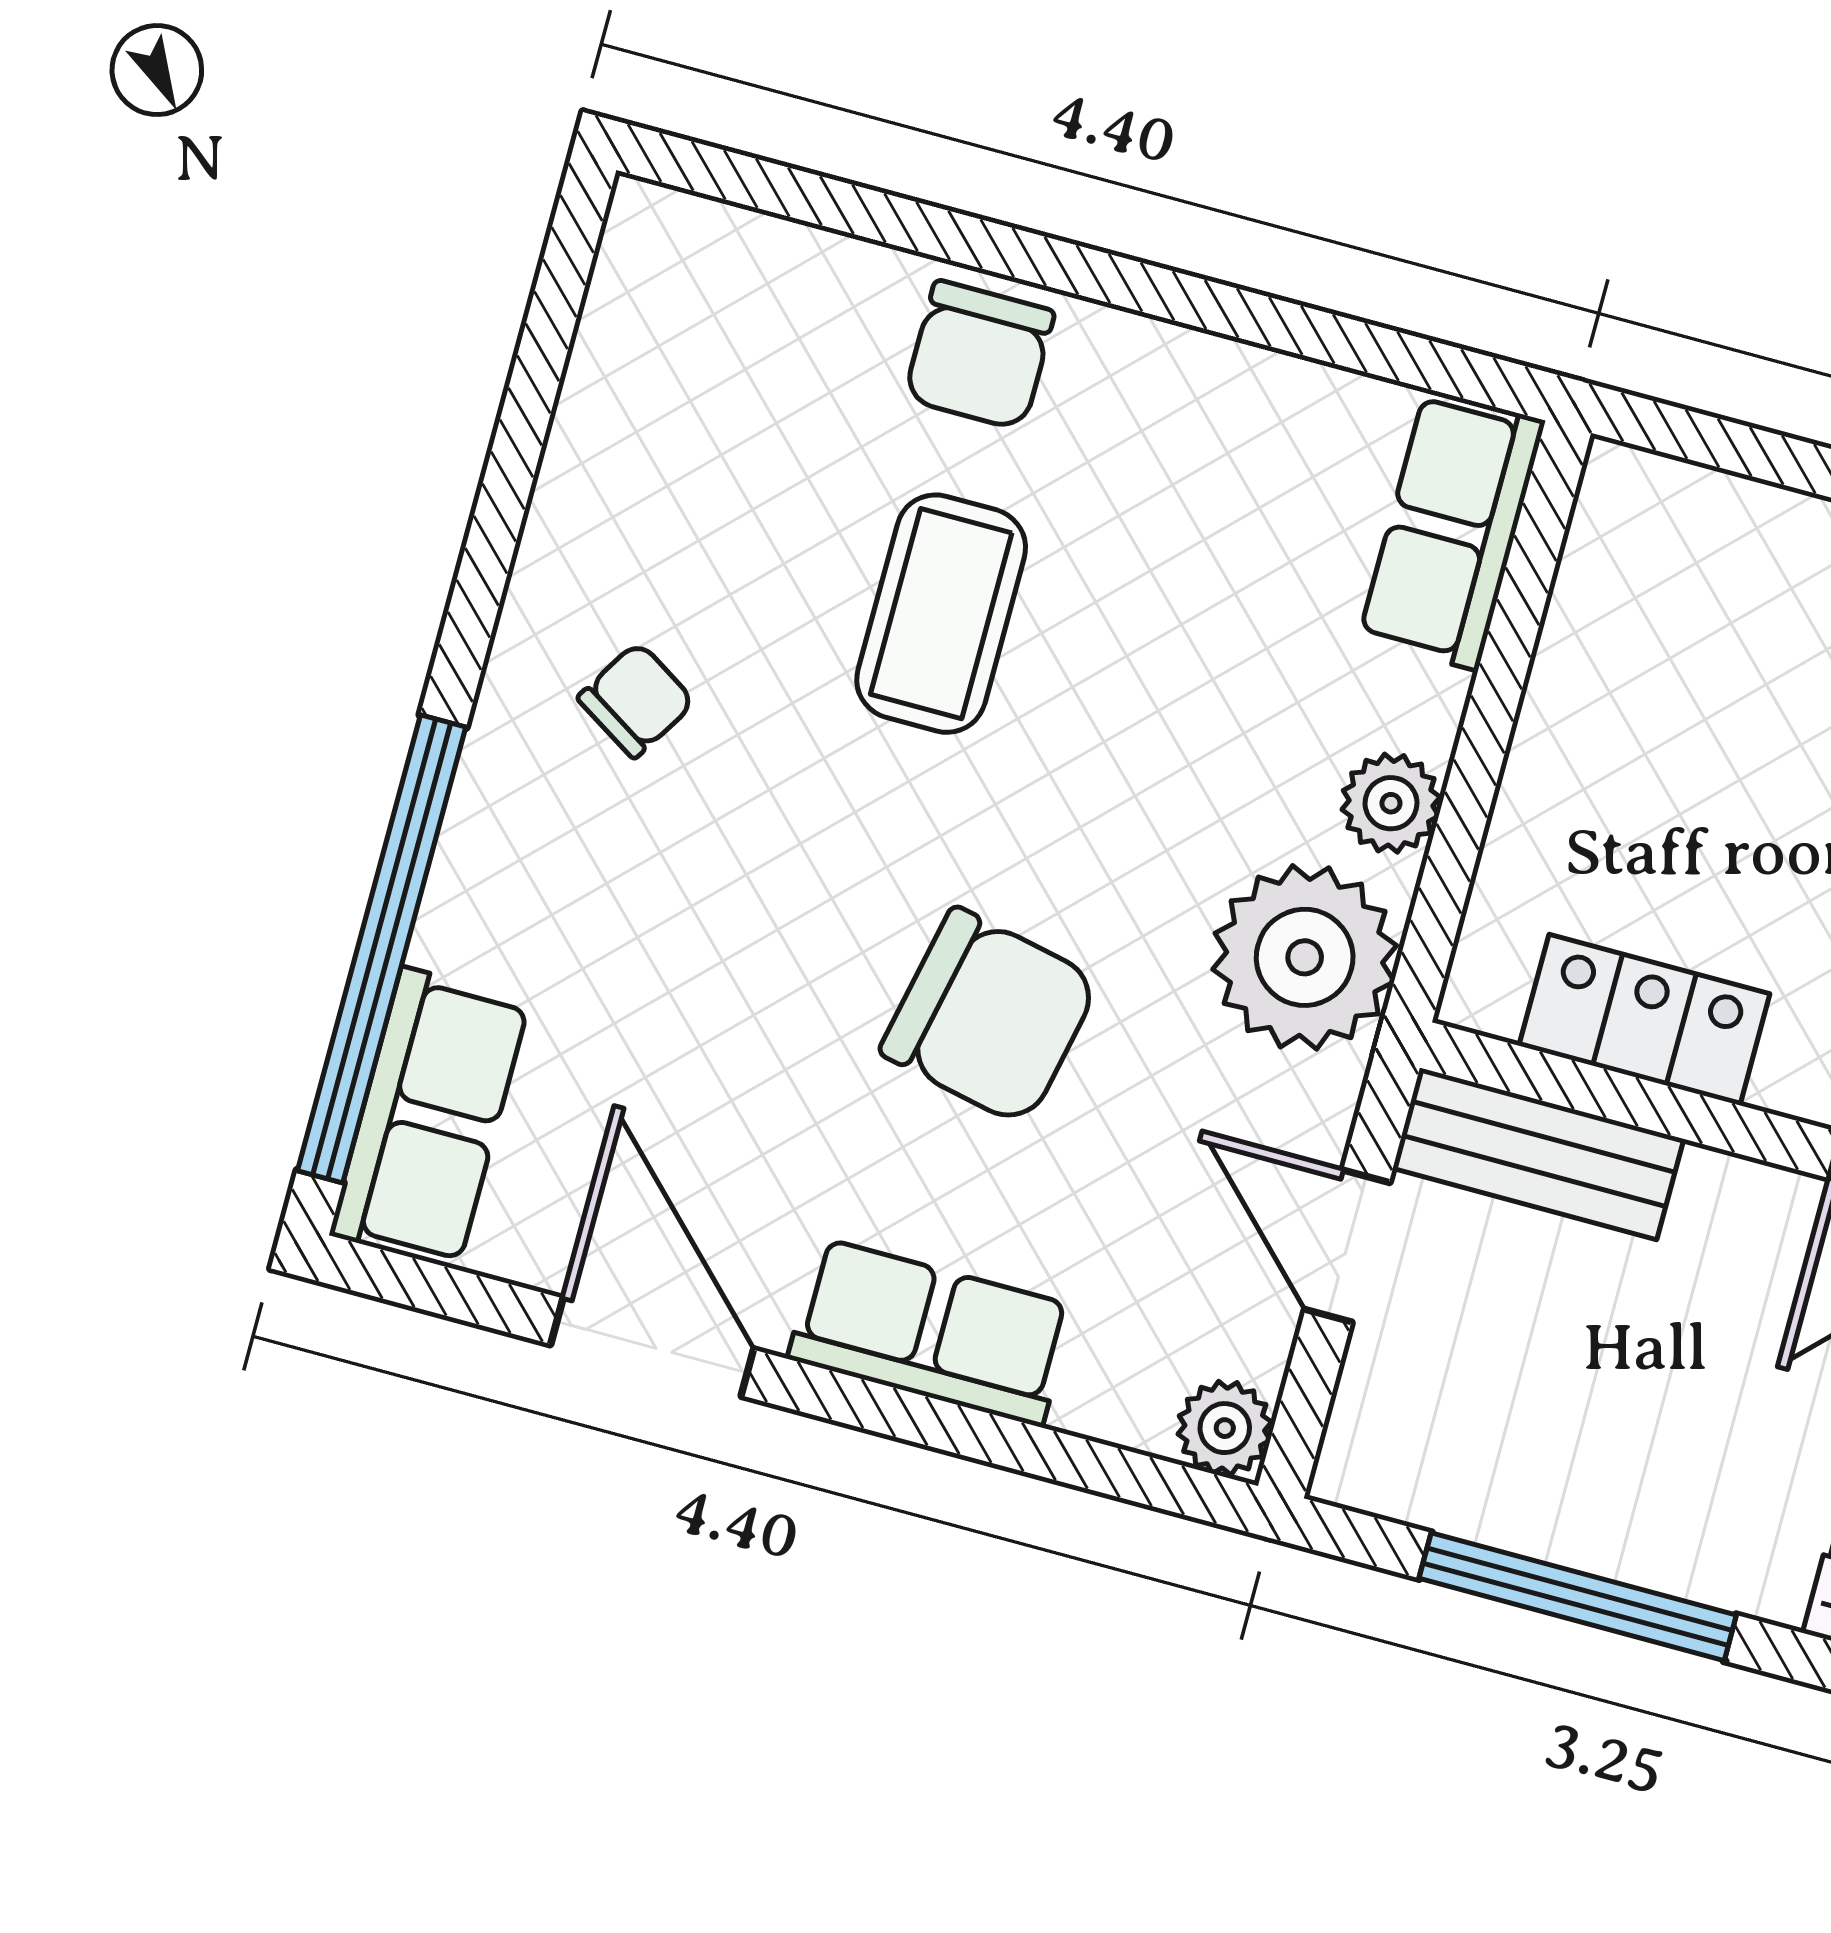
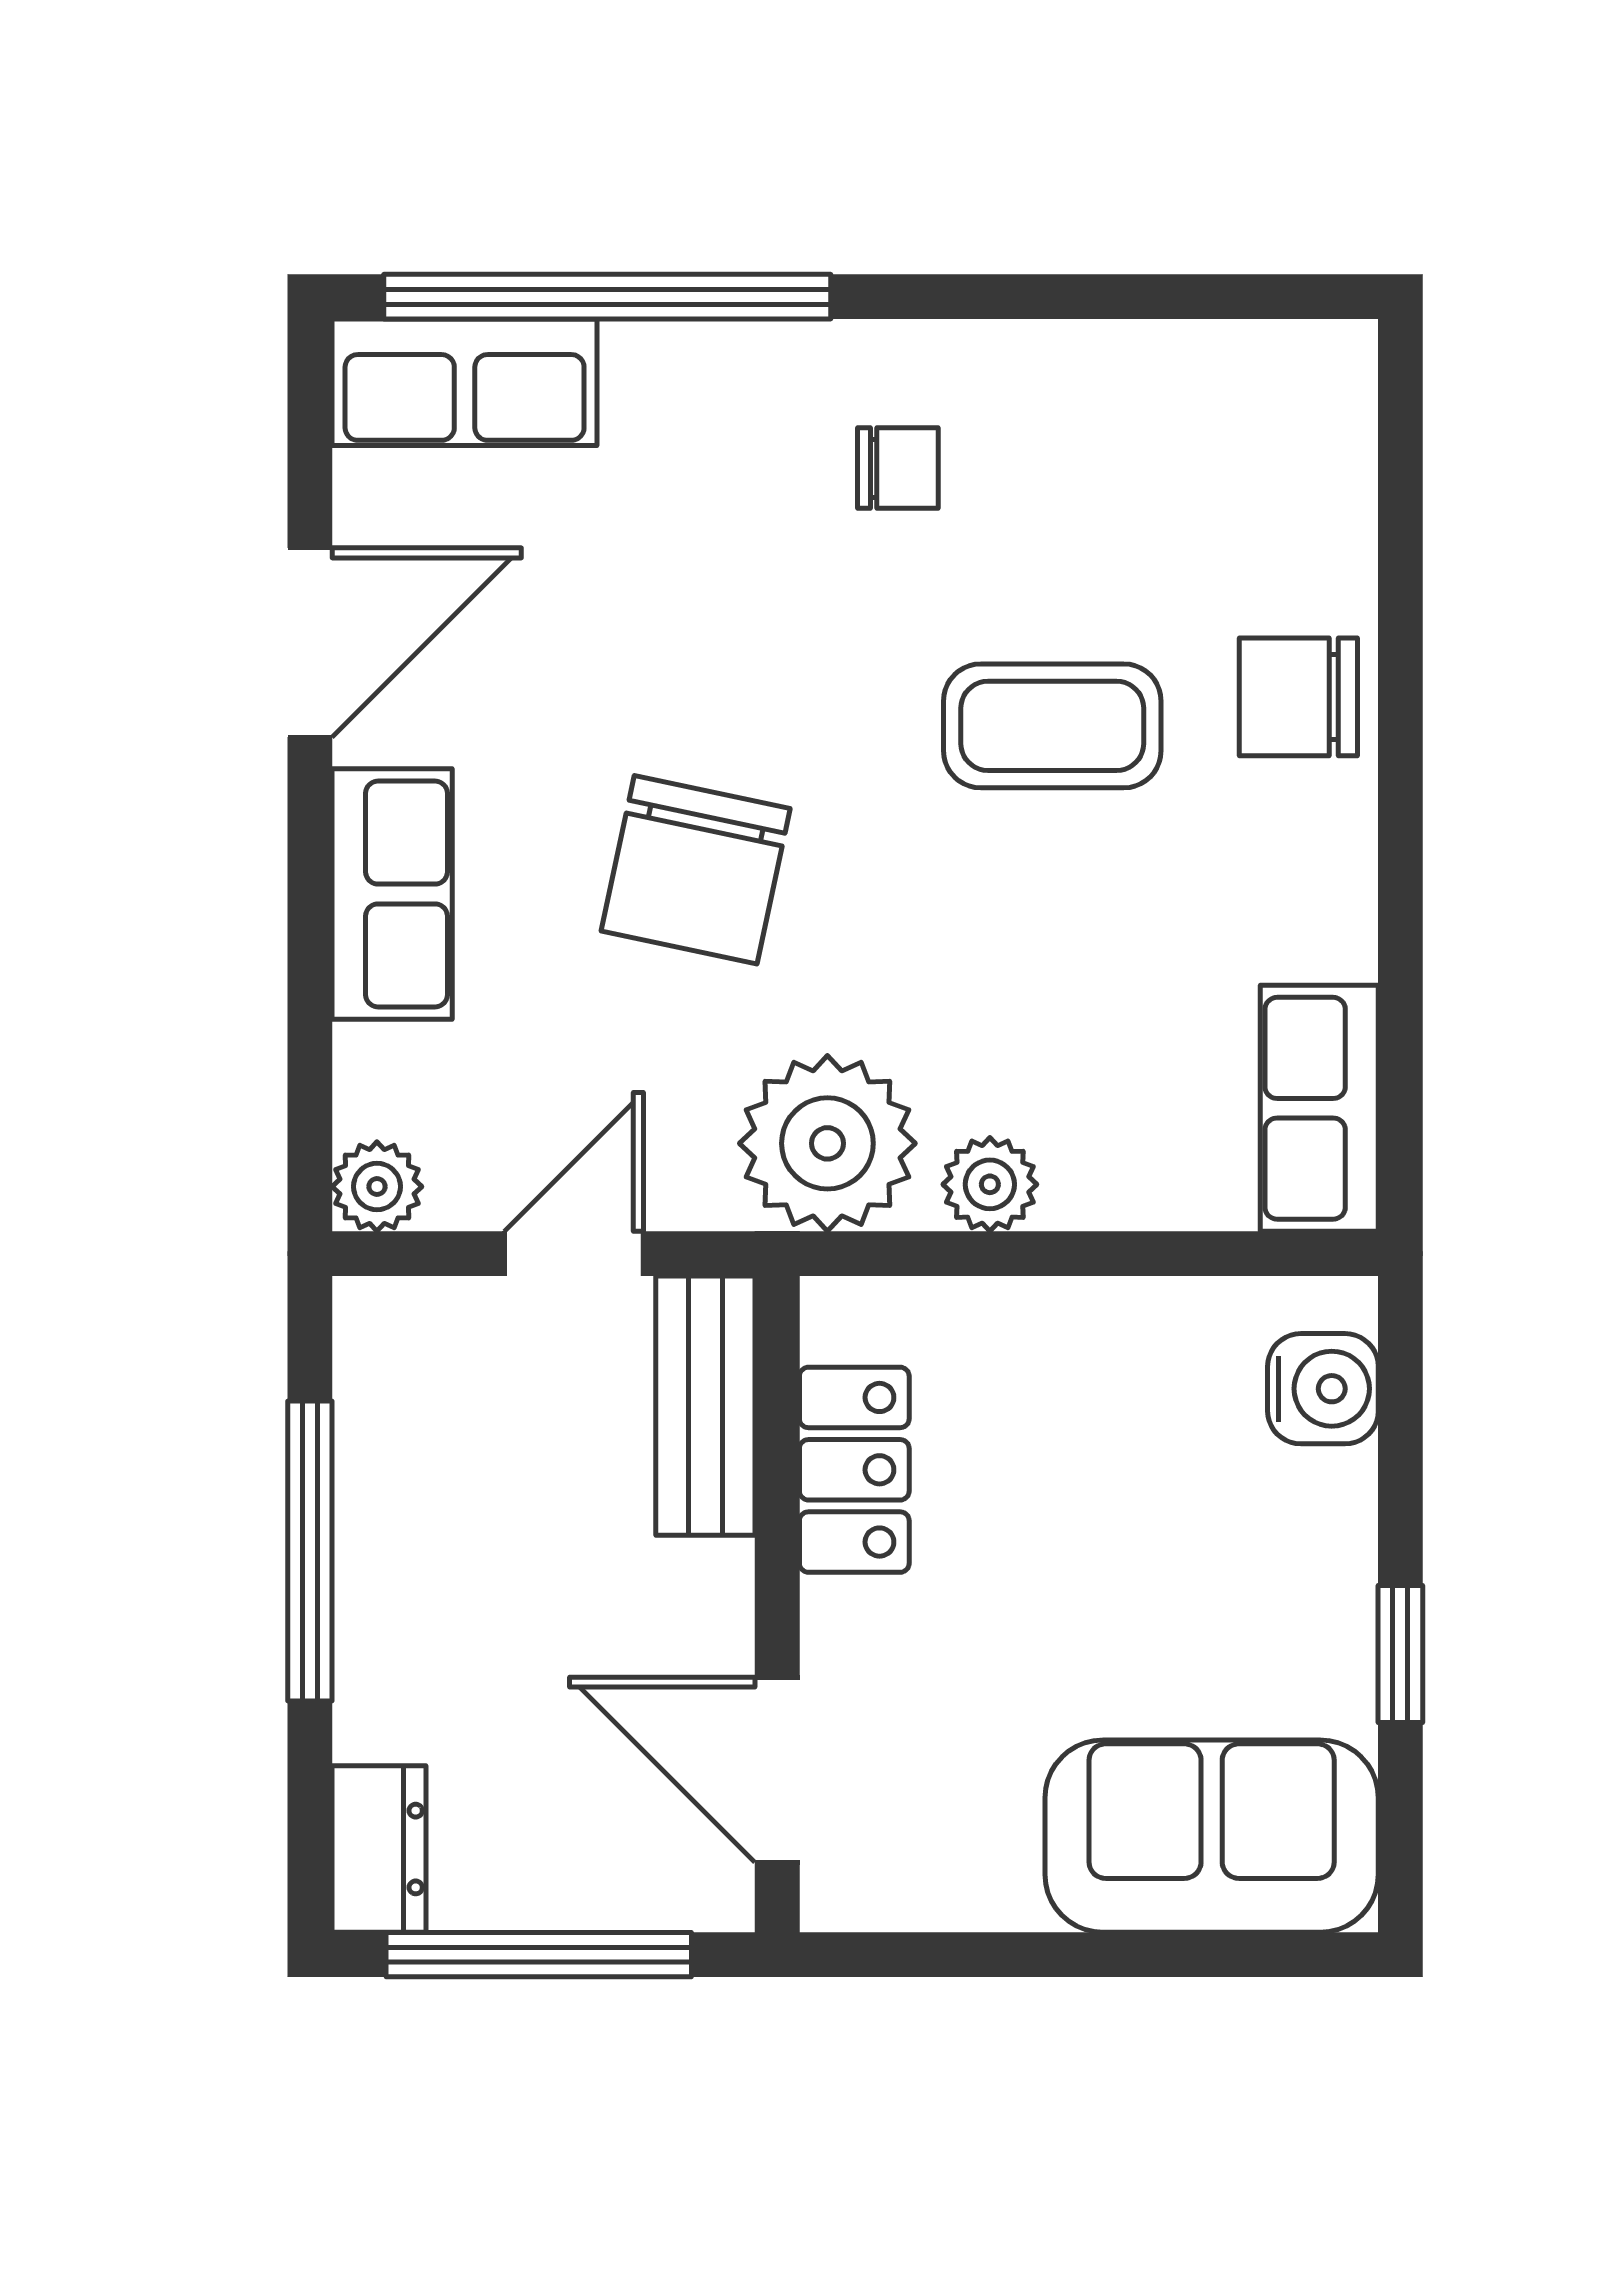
water cooler: (1691, 520) -> (1323, 1389), added
row of seats: (1452, 530) -> (1319, 1108), moved, turned -90
chair: (636, 700) -> (898, 468), turned -32

